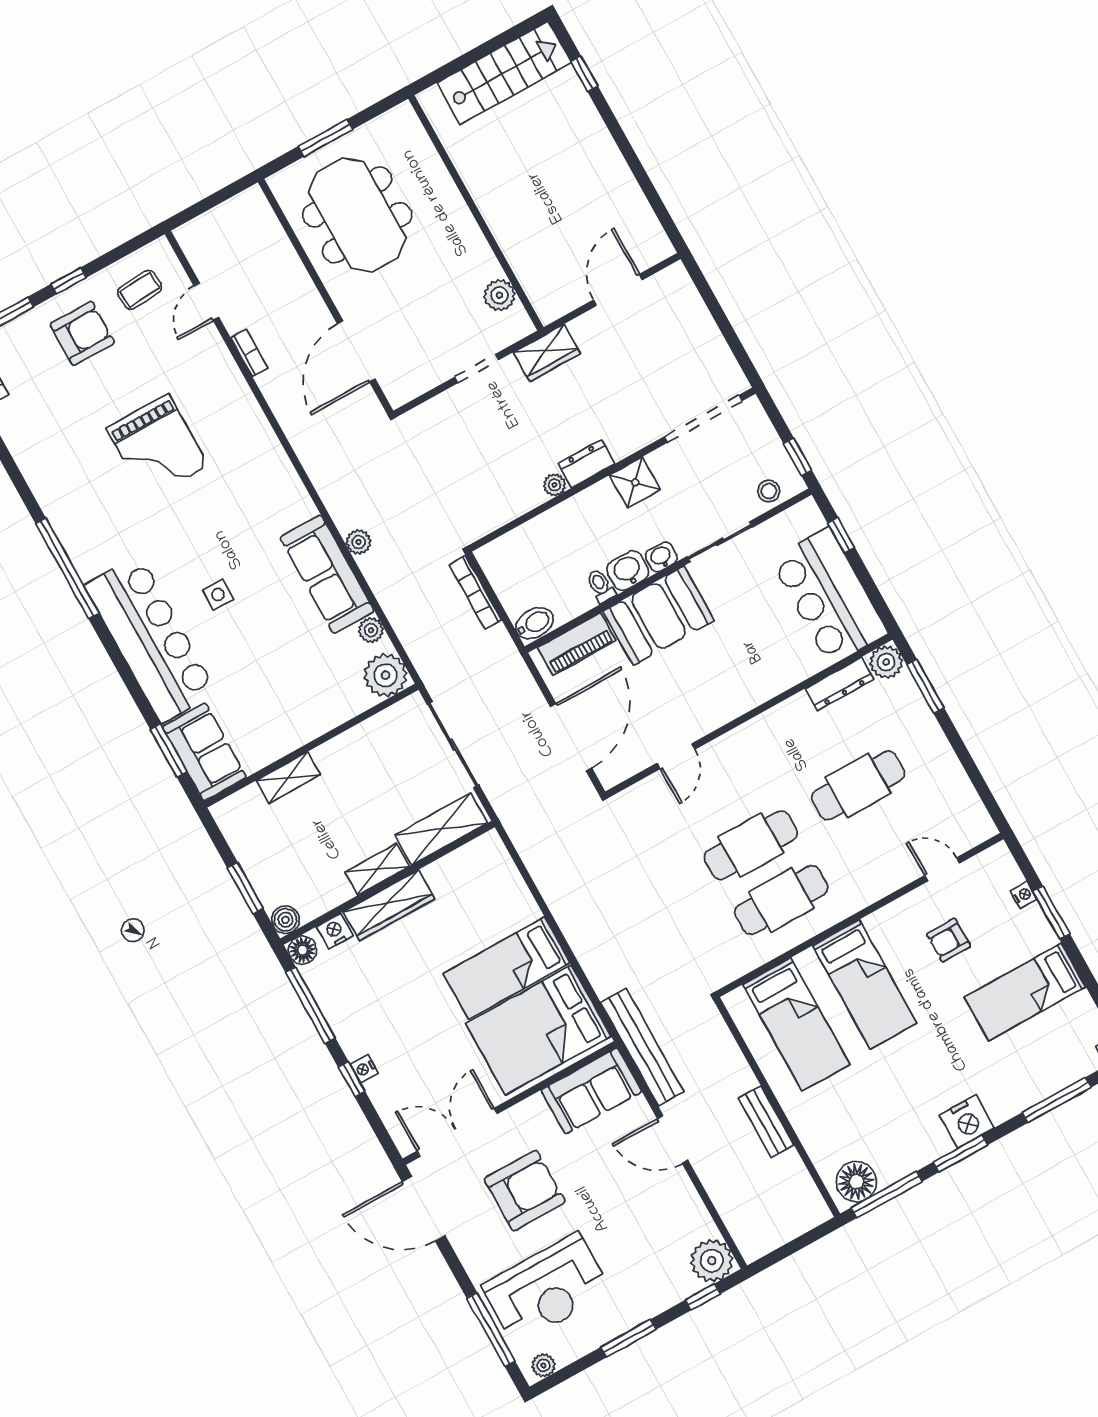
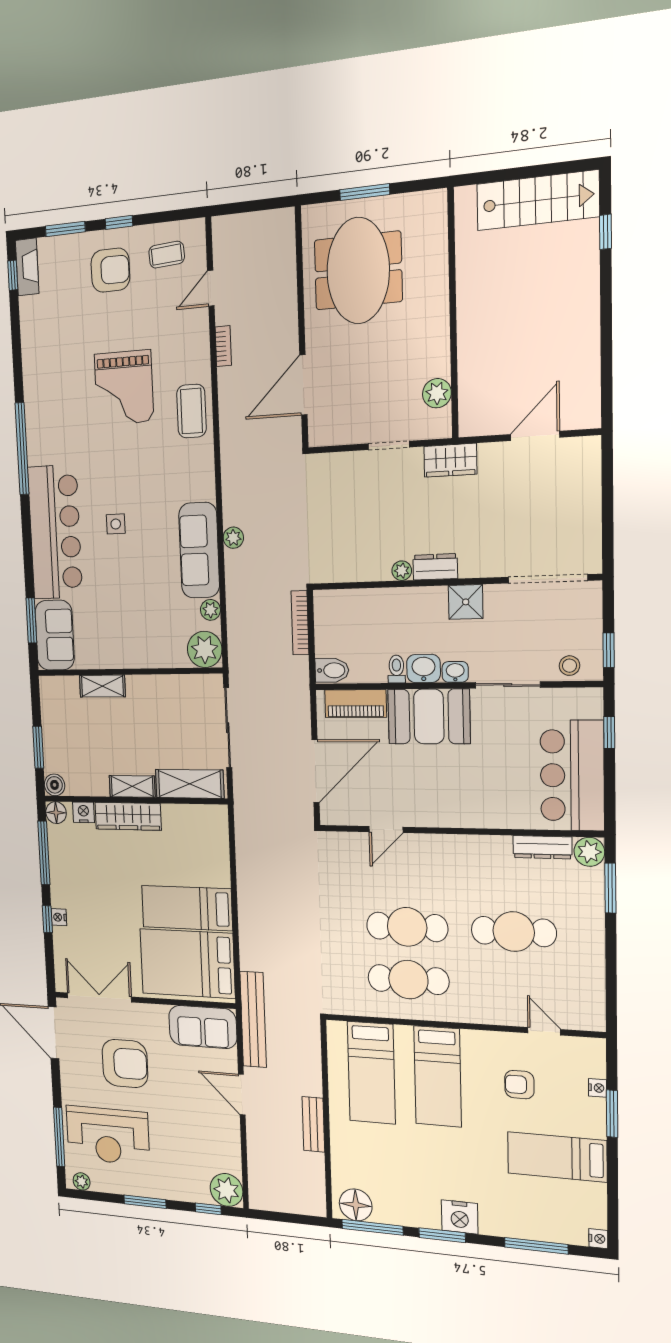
coffee table: (247, 435) -> (191, 411), added

